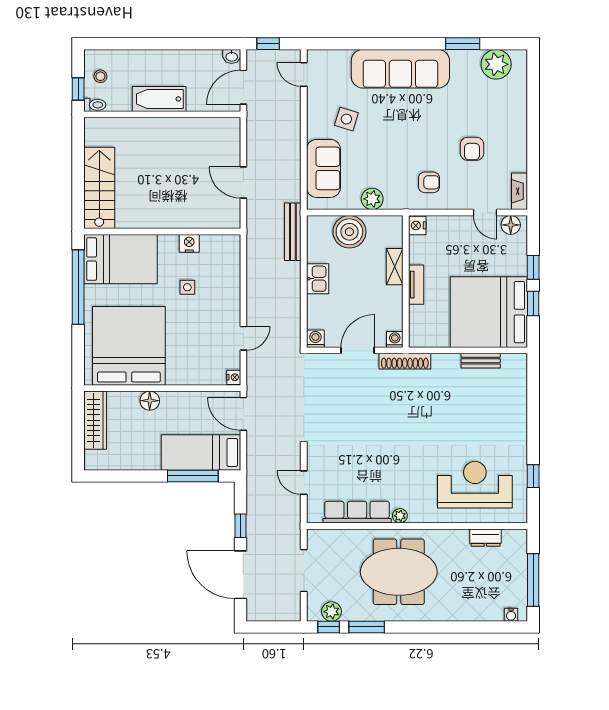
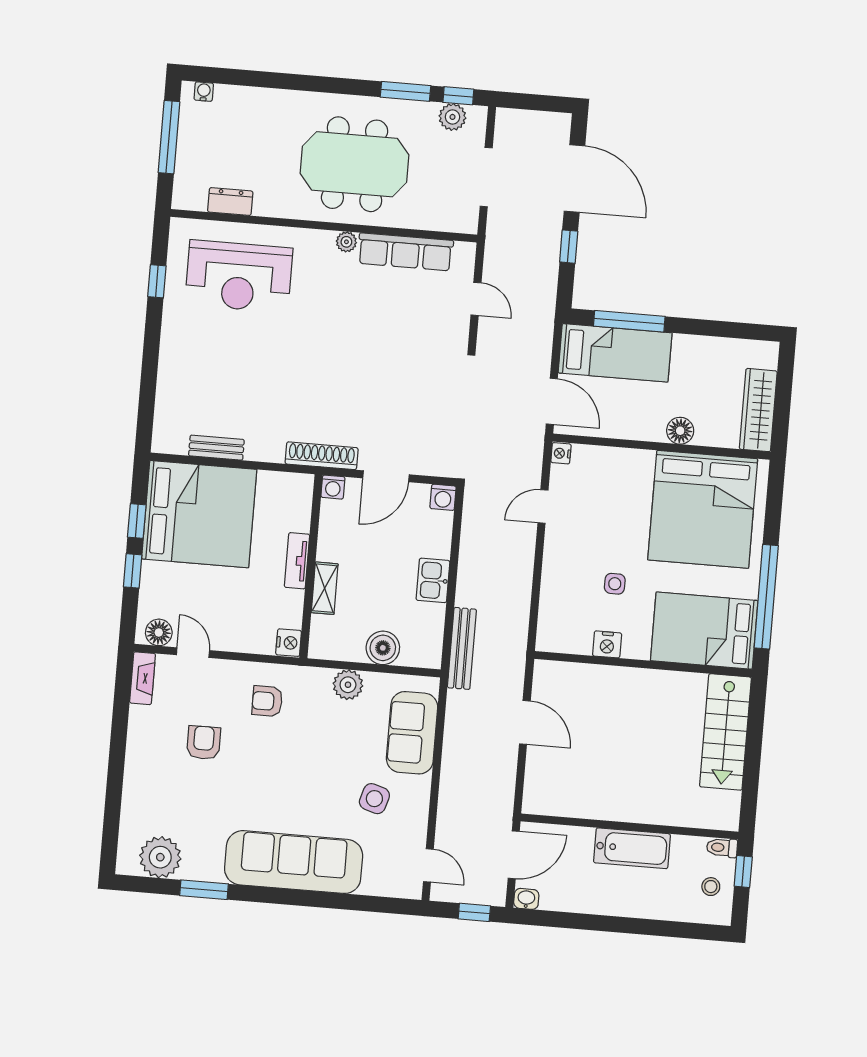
boiler: (349, 232) -> (383, 648), width x0.73, depth x0.73

